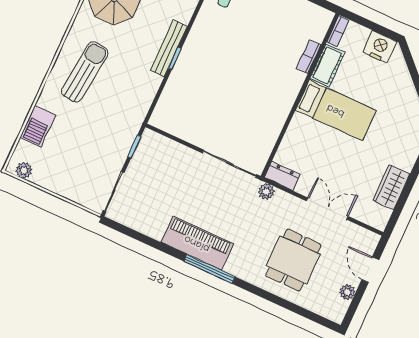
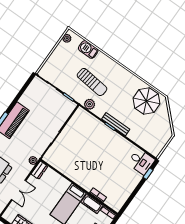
sun lounger: (85, 72) -> (92, 82), moved
plant: (140, 105) -> (90, 104), added

